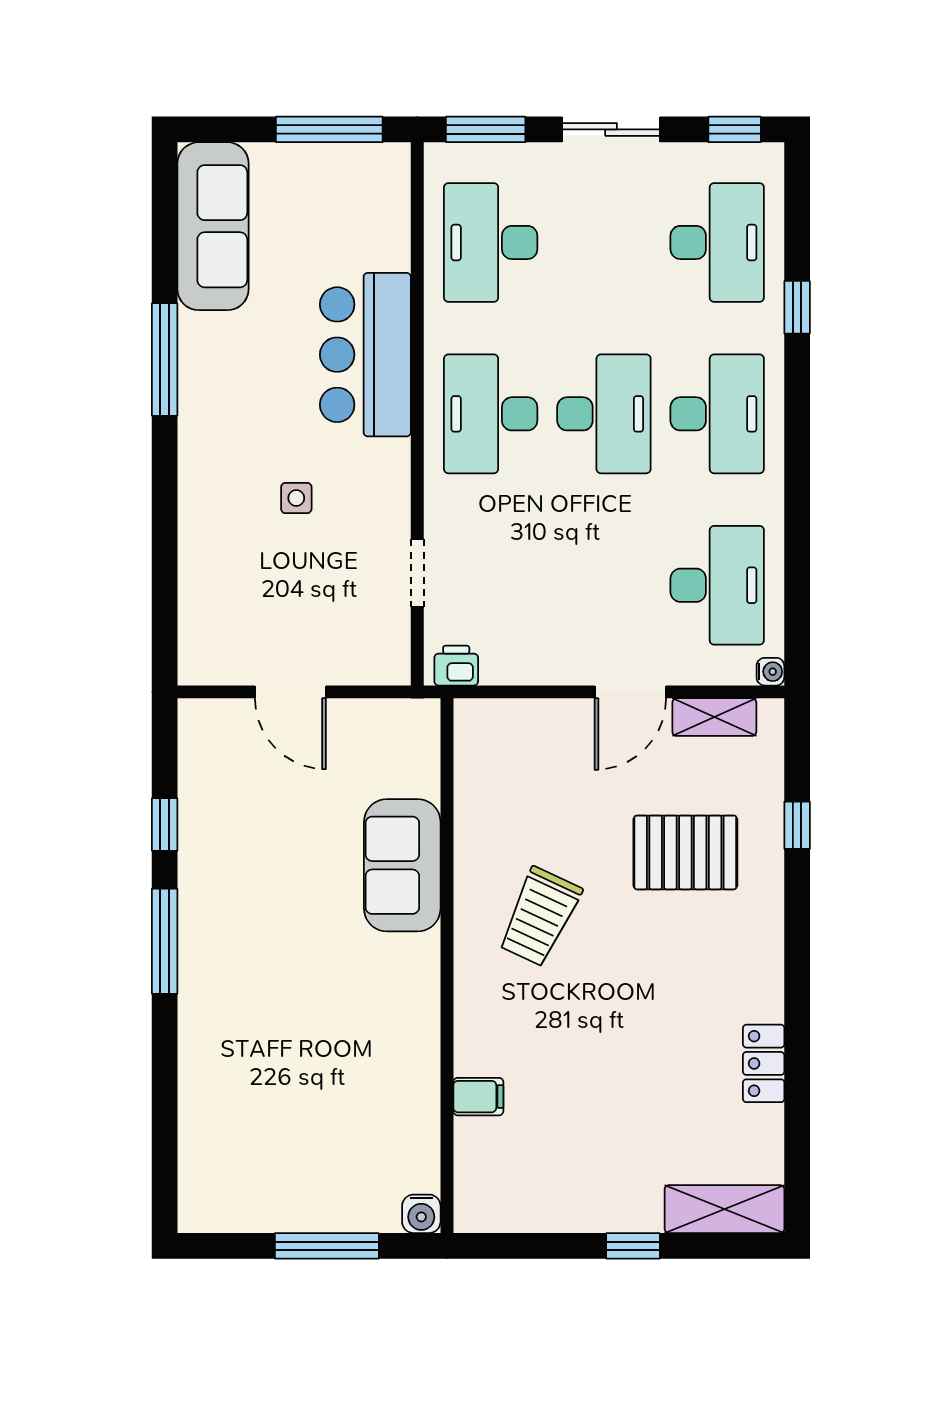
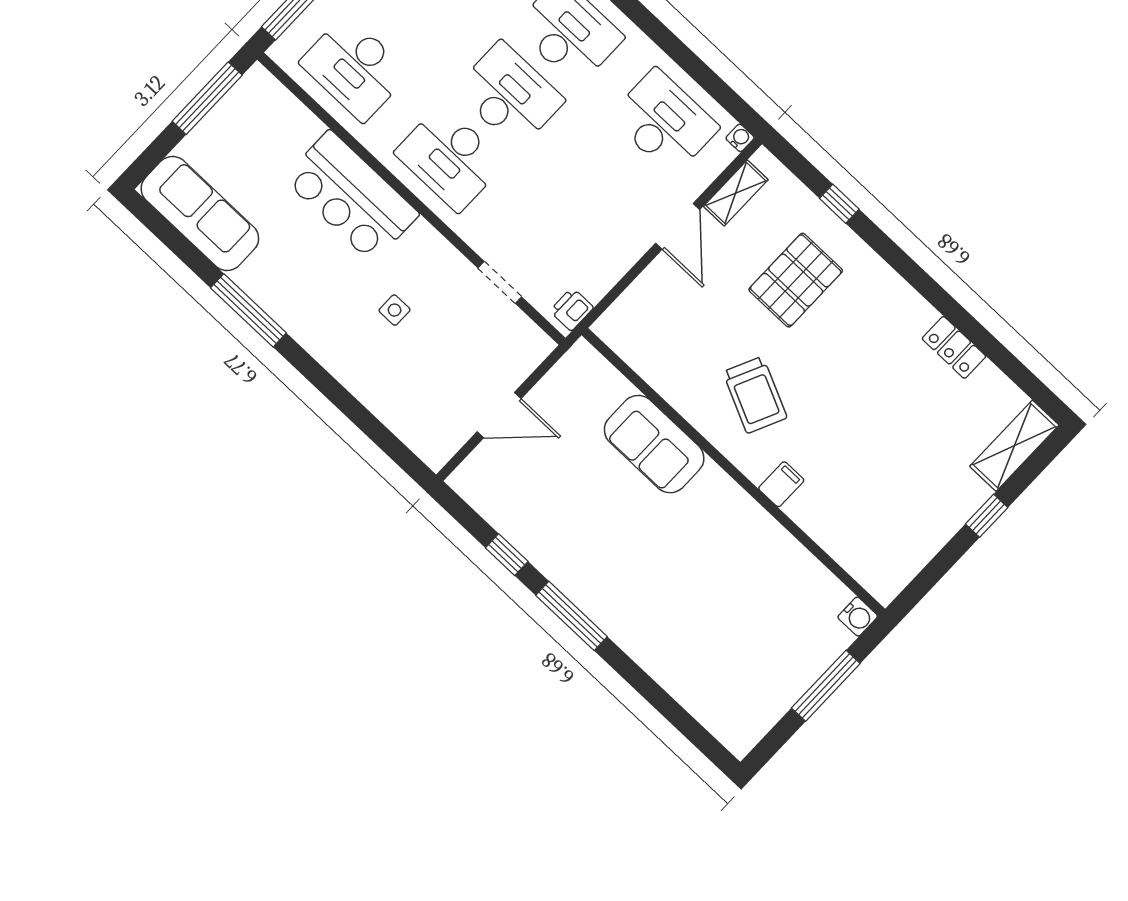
filing cabinet: (478, 1097) -> (781, 484), moved

